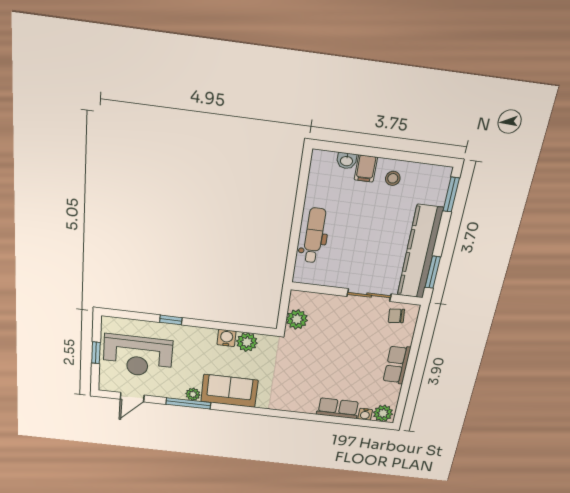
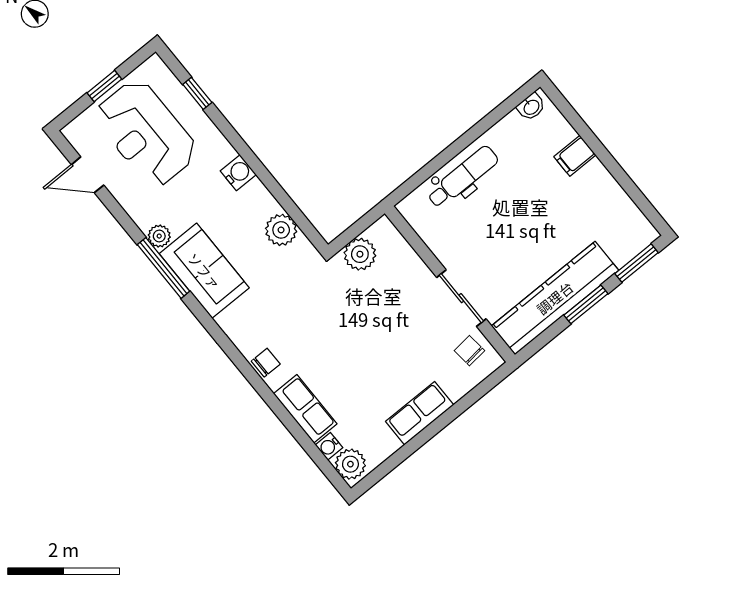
washbasin: (347, 161) -> (531, 107), moved, turned -90
stool: (393, 178) -> (593, 191), removed
window: (433, 272) -> (586, 304), moved
window: (171, 320) -> (197, 93), moved
water cooler: (227, 338) -> (238, 173), moved
window: (188, 403) -> (164, 268), moved
chair: (299, 405) -> (266, 363), added

